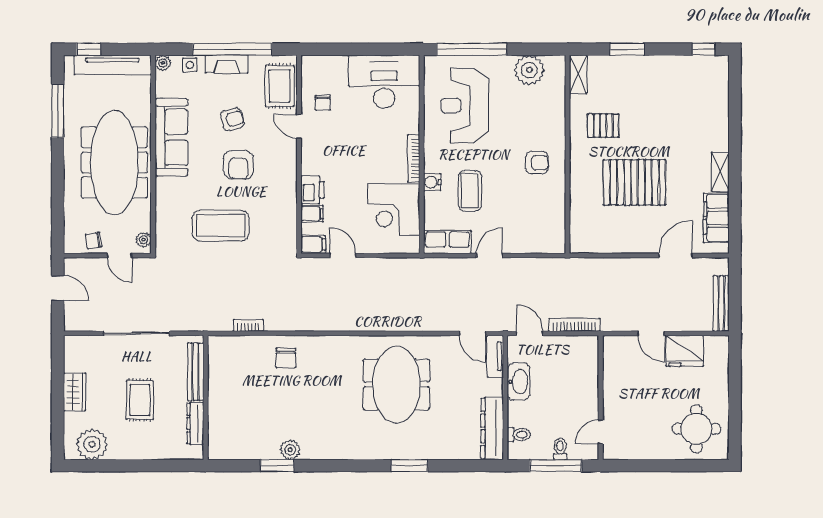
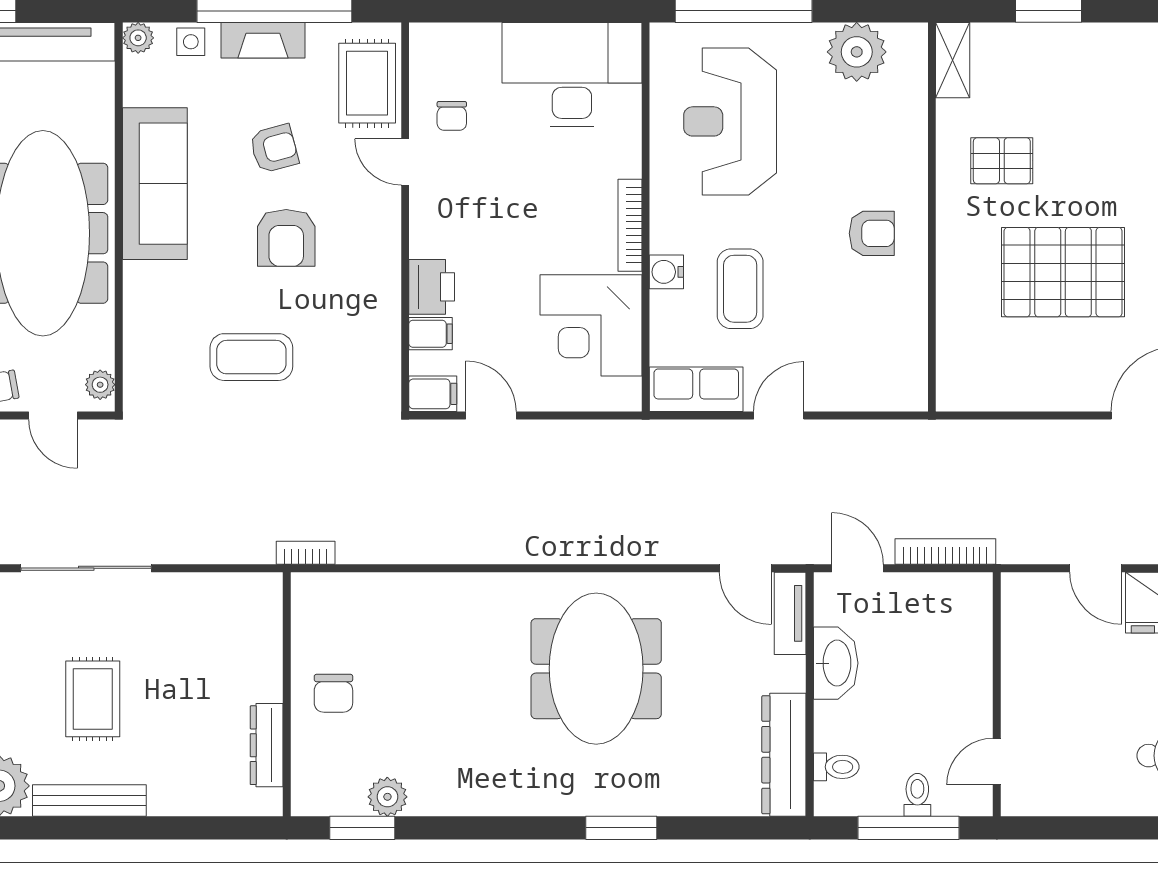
coffee table: (221, 226) -> (251, 357), width x0.73, depth x0.76
chair: (286, 358) -> (333, 693), moved
bench: (196, 372) -> (89, 800), moved, turned 90
wall: (206, 398) -> (287, 694), moved
dresser: (195, 424) -> (267, 745), moved

